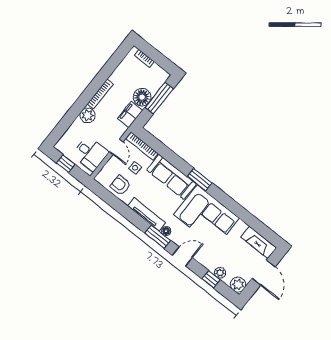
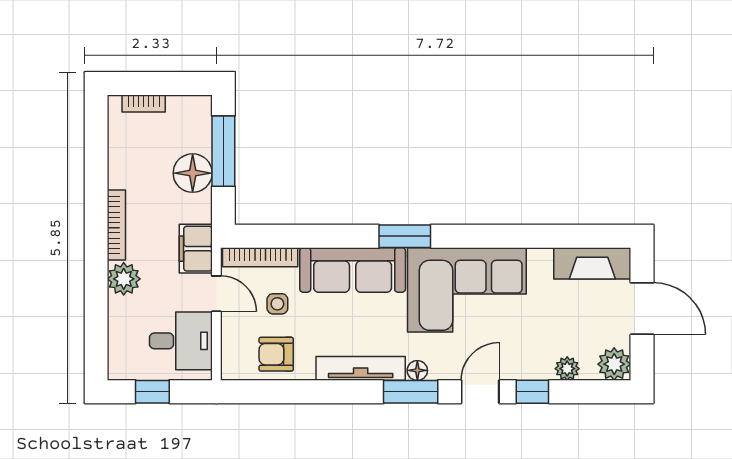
filing cabinet: (130, 114) -> (196, 249), moved
window: (211, 279) -> (532, 392), moved

